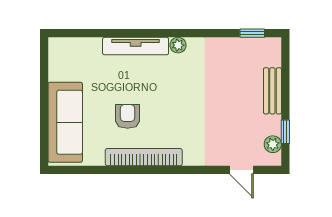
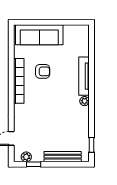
bench: (272, 91) -> (63, 157), width x1.36

